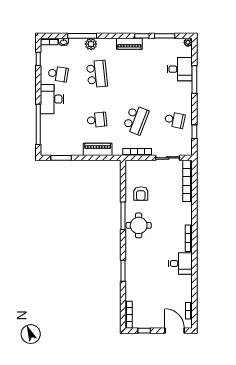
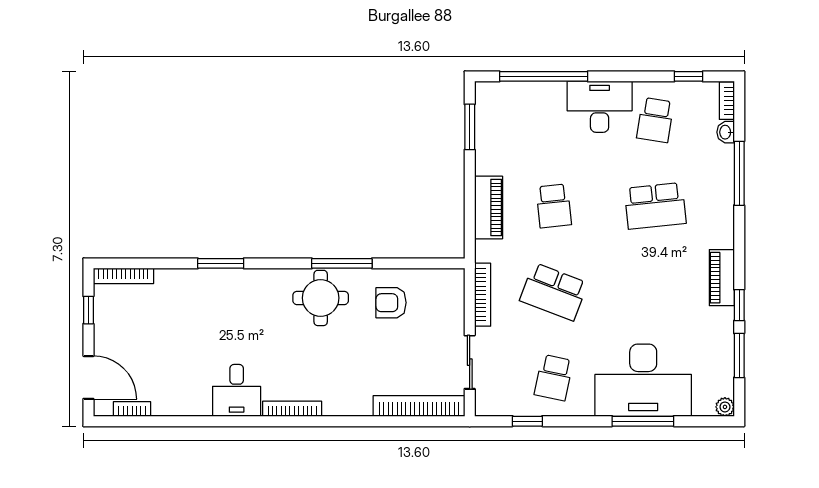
plant: (91, 44) -> (721, 193), removed
desk: (180, 69) -> (643, 380), width x1.87, depth x1.30
door: (175, 331) -> (88, 377), hinge flipped

